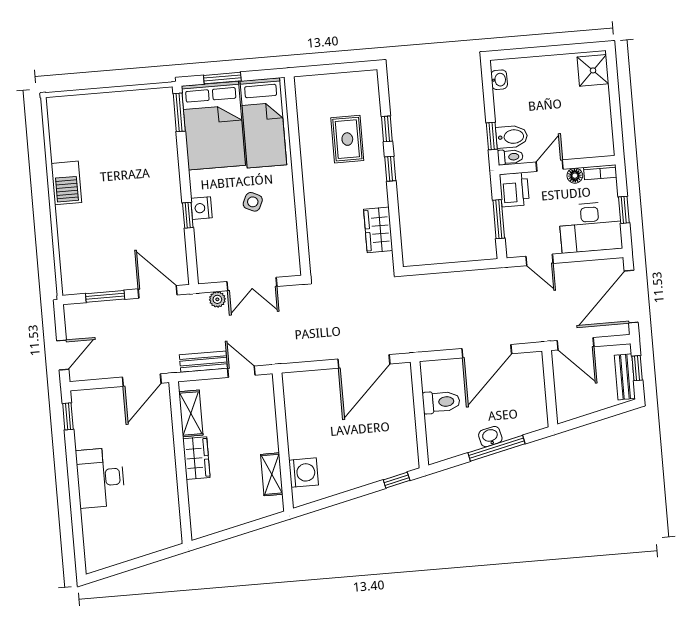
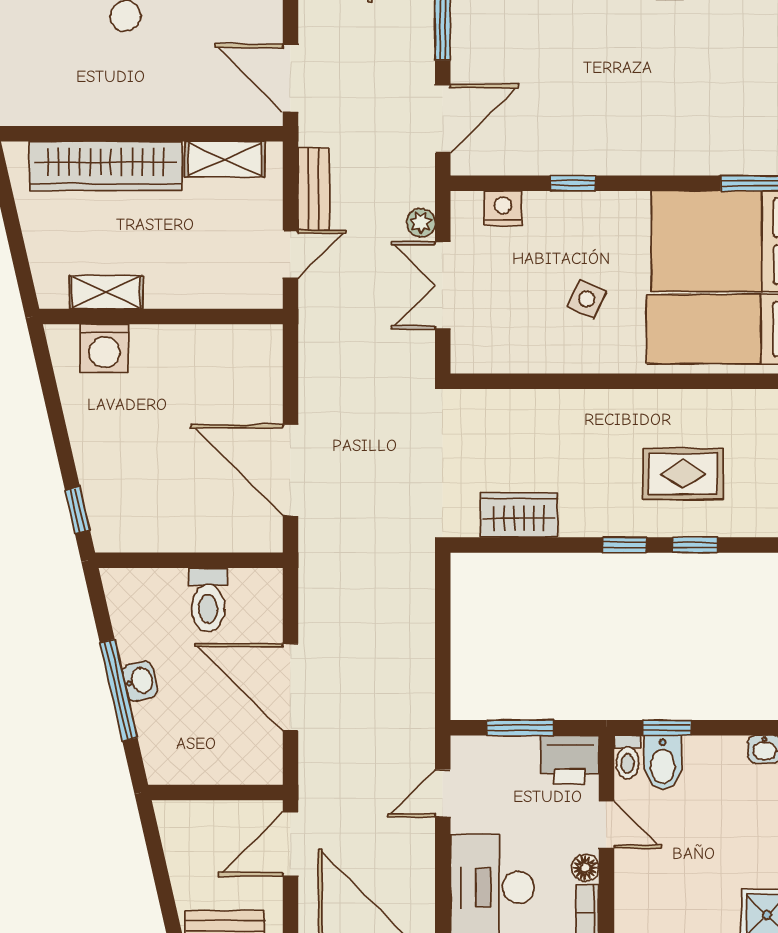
nightstand: (201, 208) -> (503, 208), moved
wardrobe: (196, 458) -> (106, 166), width x2.10, depth x1.17

